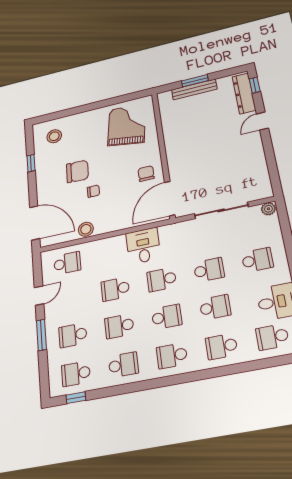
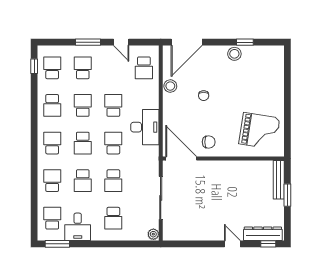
bench: (194, 89) -> (279, 180), moved
stool: (54, 136) -> (234, 54), moved
chair: (77, 171) -> (226, 83), removed
desk: (143, 246) -> (145, 127), width x1.37

